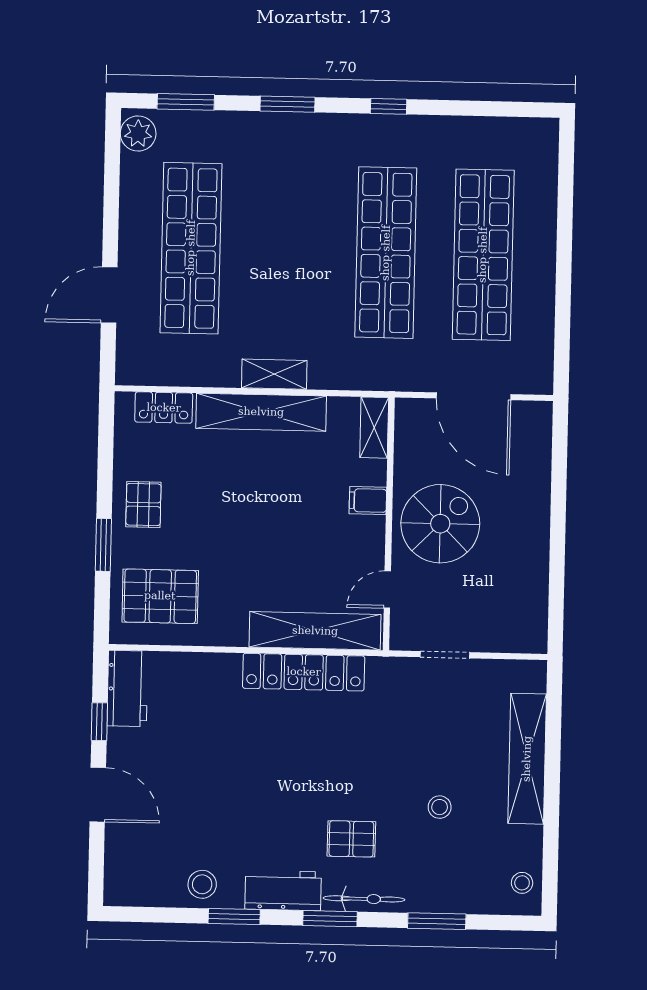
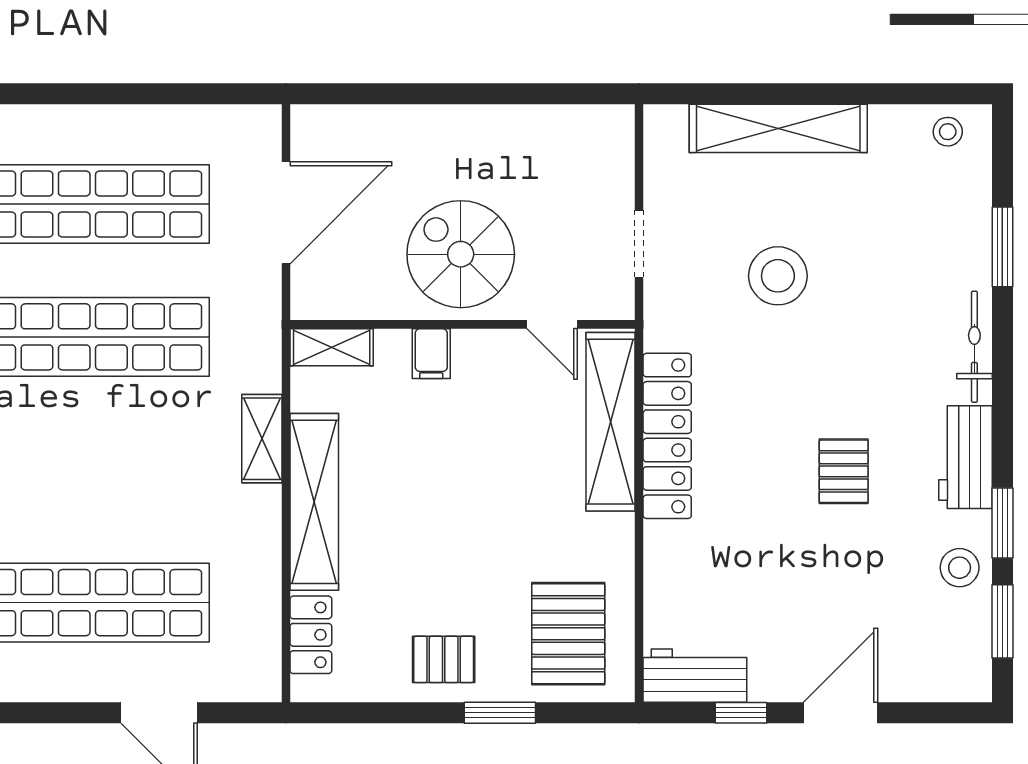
shelving: (274, 374) -> (262, 439), moved
stool: (440, 807) -> (778, 276), moved, width x1.89, depth x1.89
pallet: (351, 839) -> (844, 471), moved
window: (330, 919) -> (1002, 621), moved

